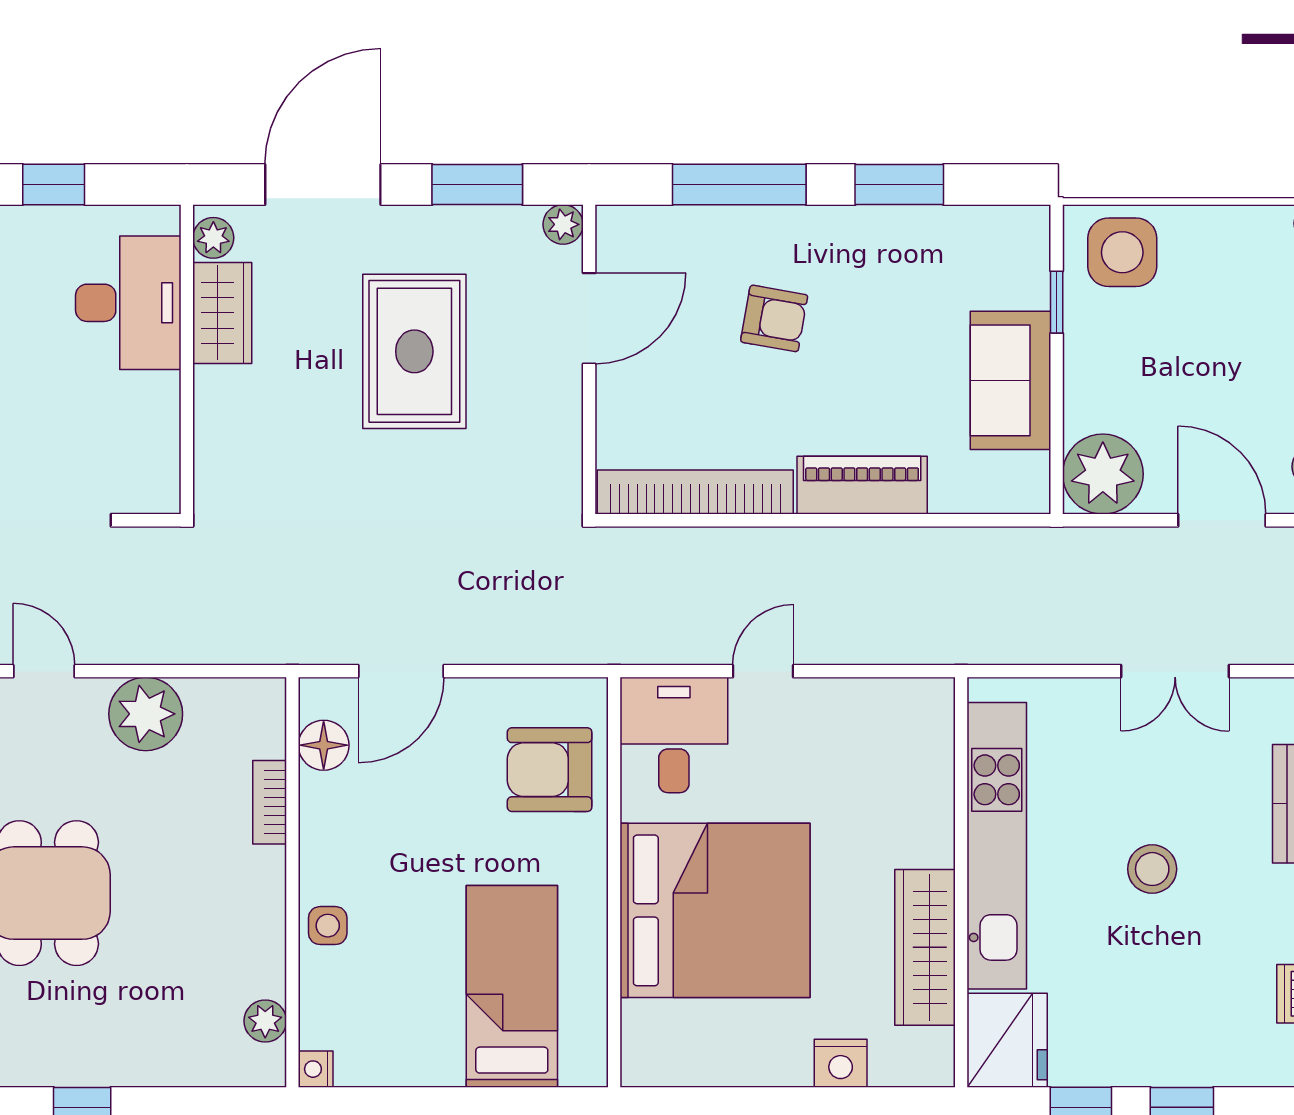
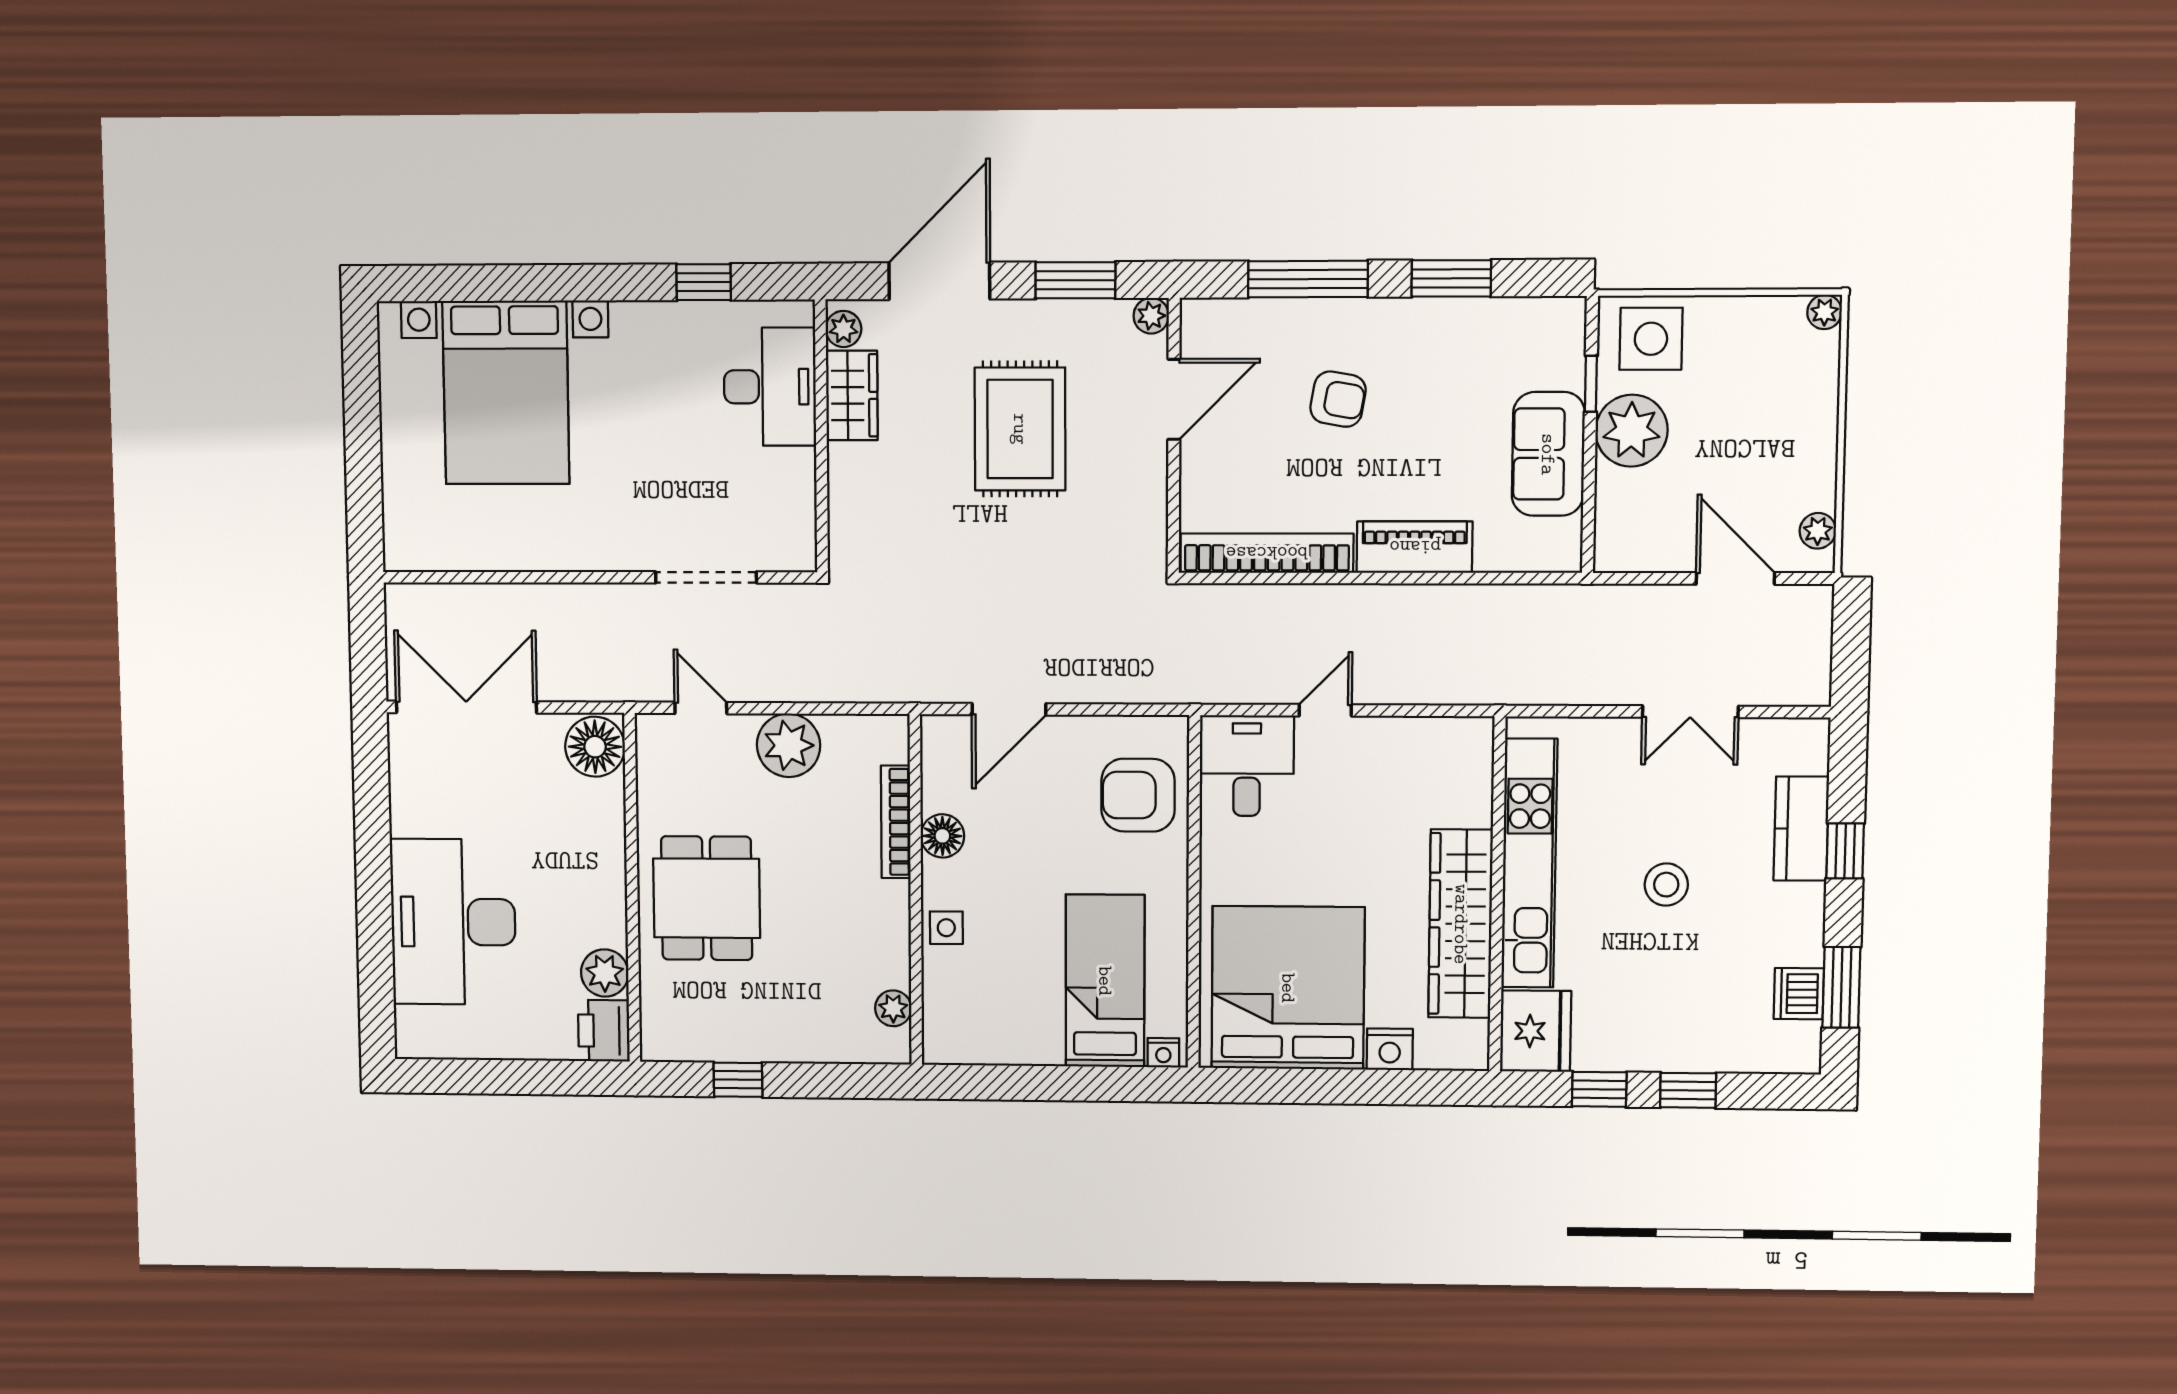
plant: (1103, 474) -> (1632, 431), moved
floor lamp: (324, 745) -> (942, 836), moved
bookcase: (270, 802) -> (896, 822), width x1.56
bed: (715, 910) -> (1288, 988), moved, turned -90
wardrobe: (925, 947) -> (1461, 924), width x1.40, depth x1.17
nightstand: (316, 1069) -> (1163, 1053), moved, turned -90

